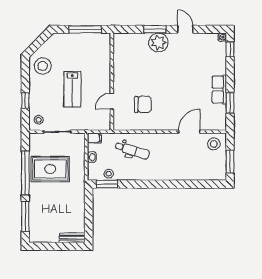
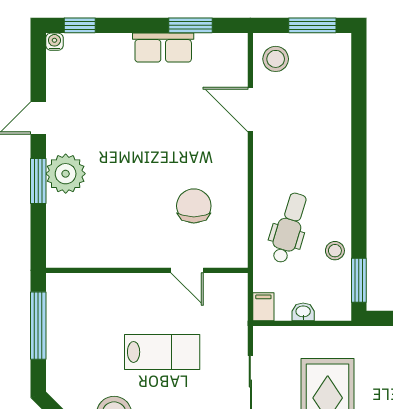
stool: (109, 174) -> (335, 251), moved

